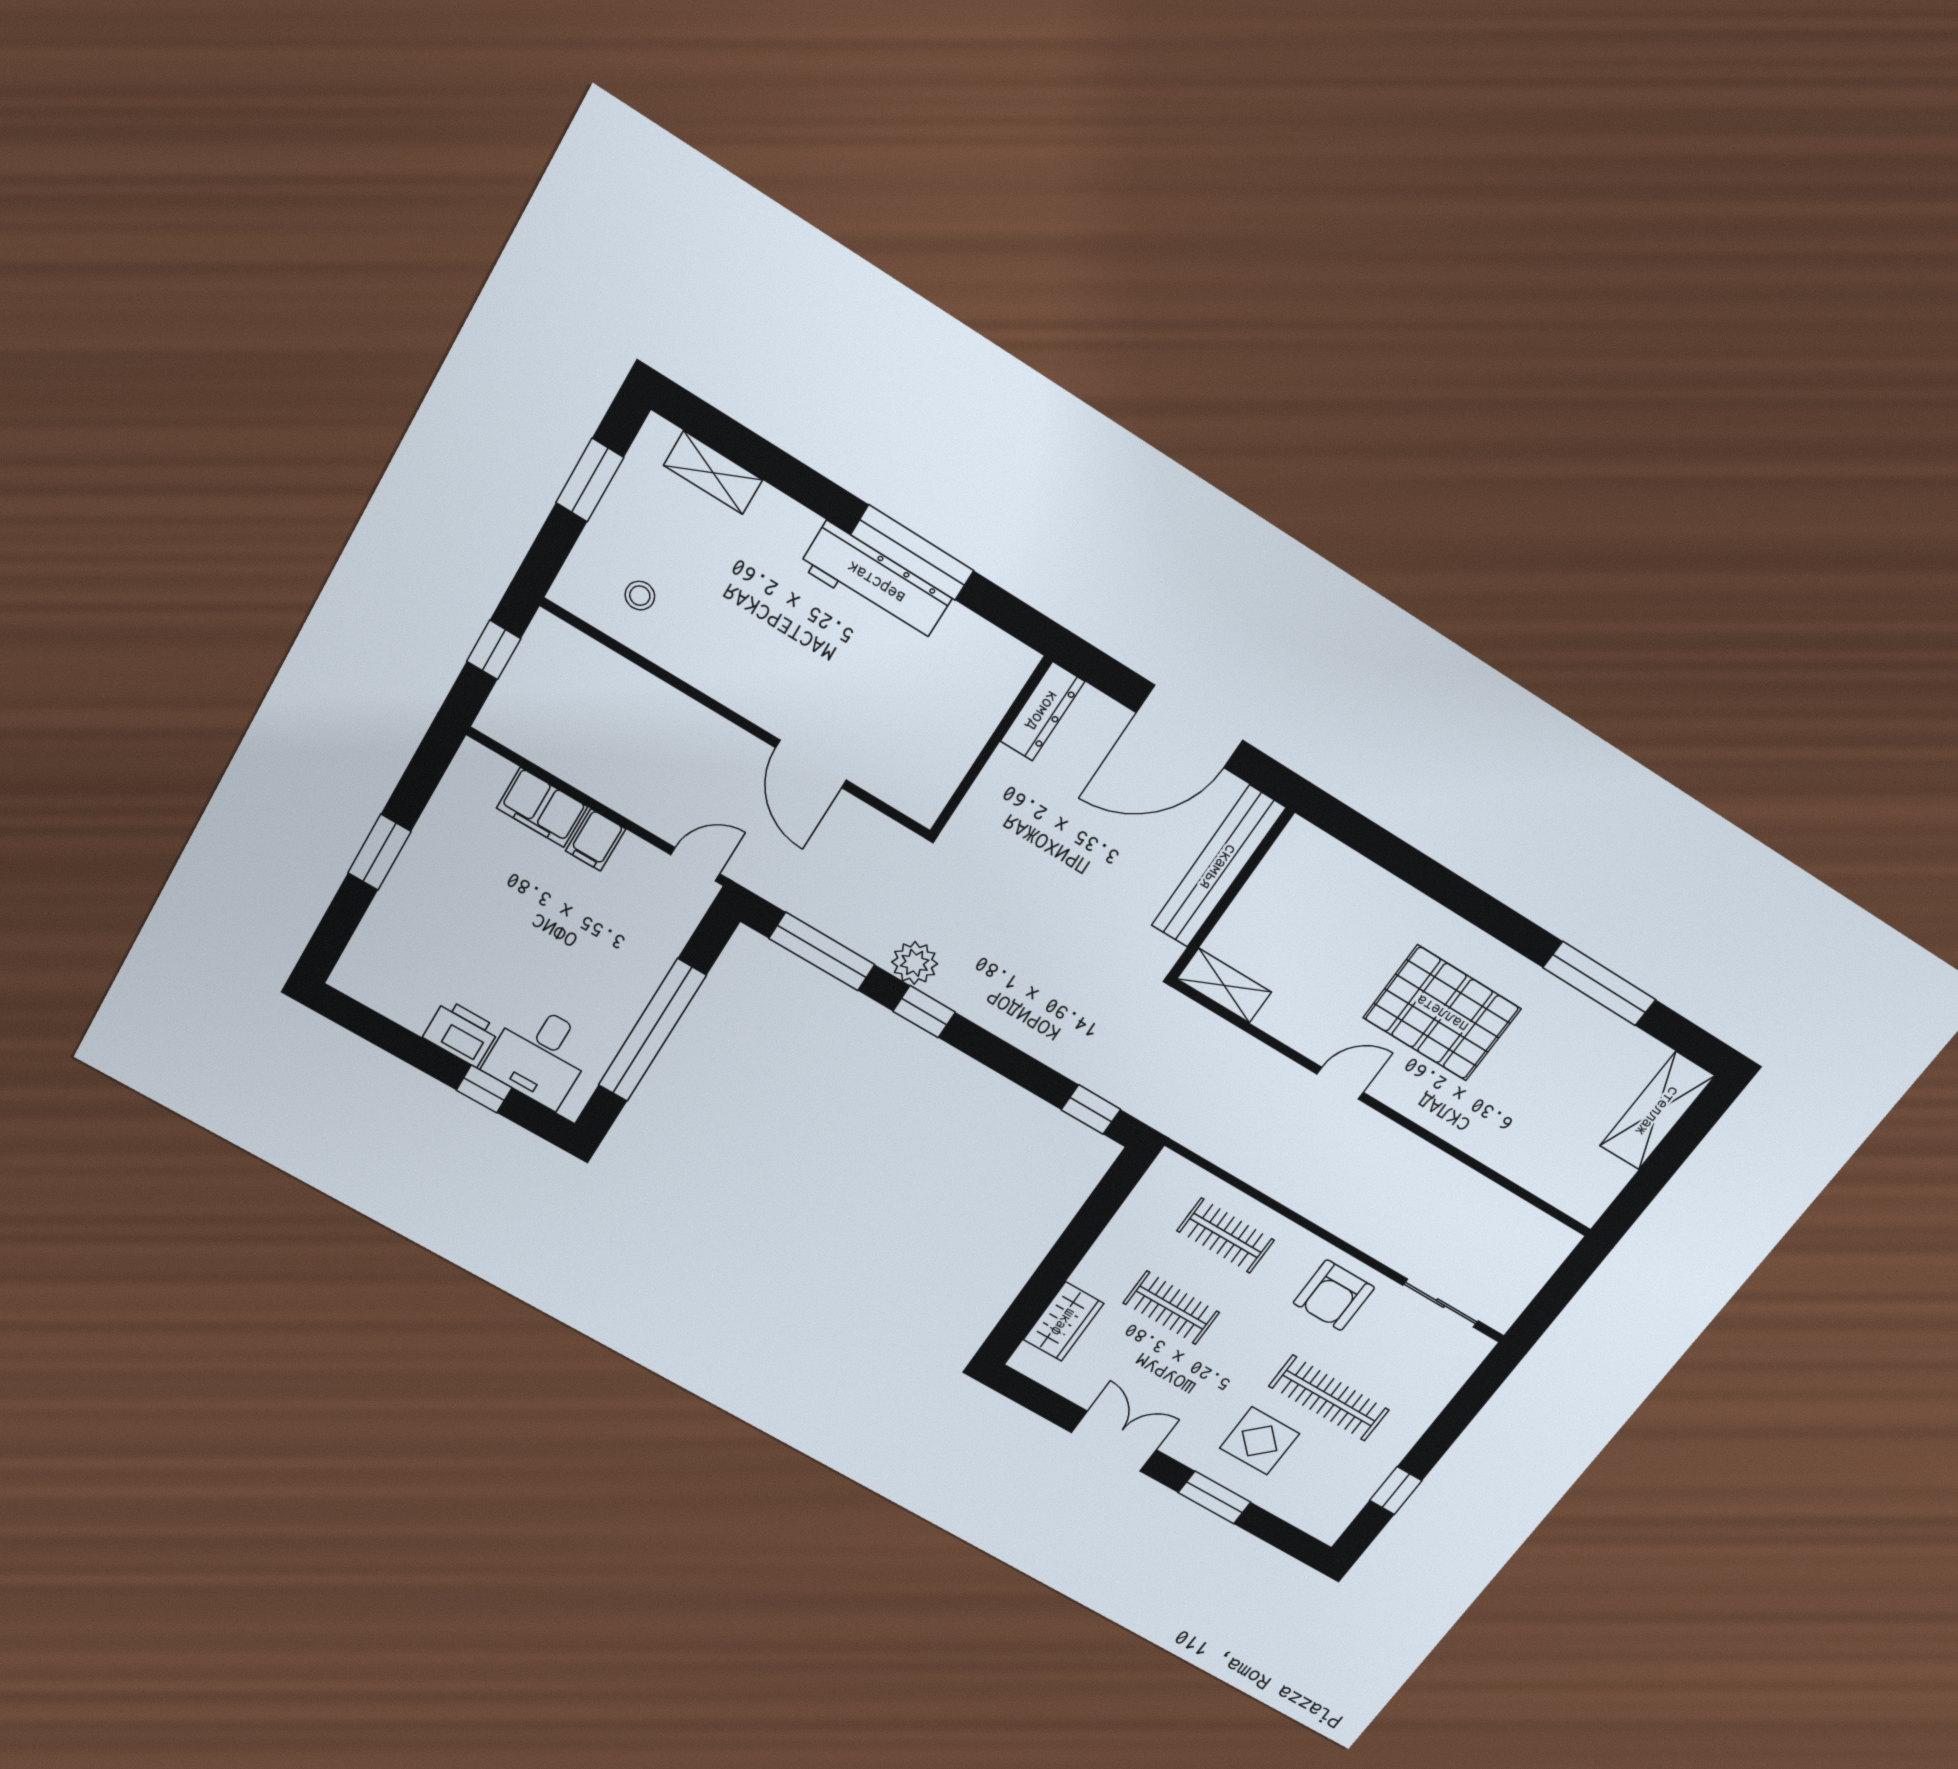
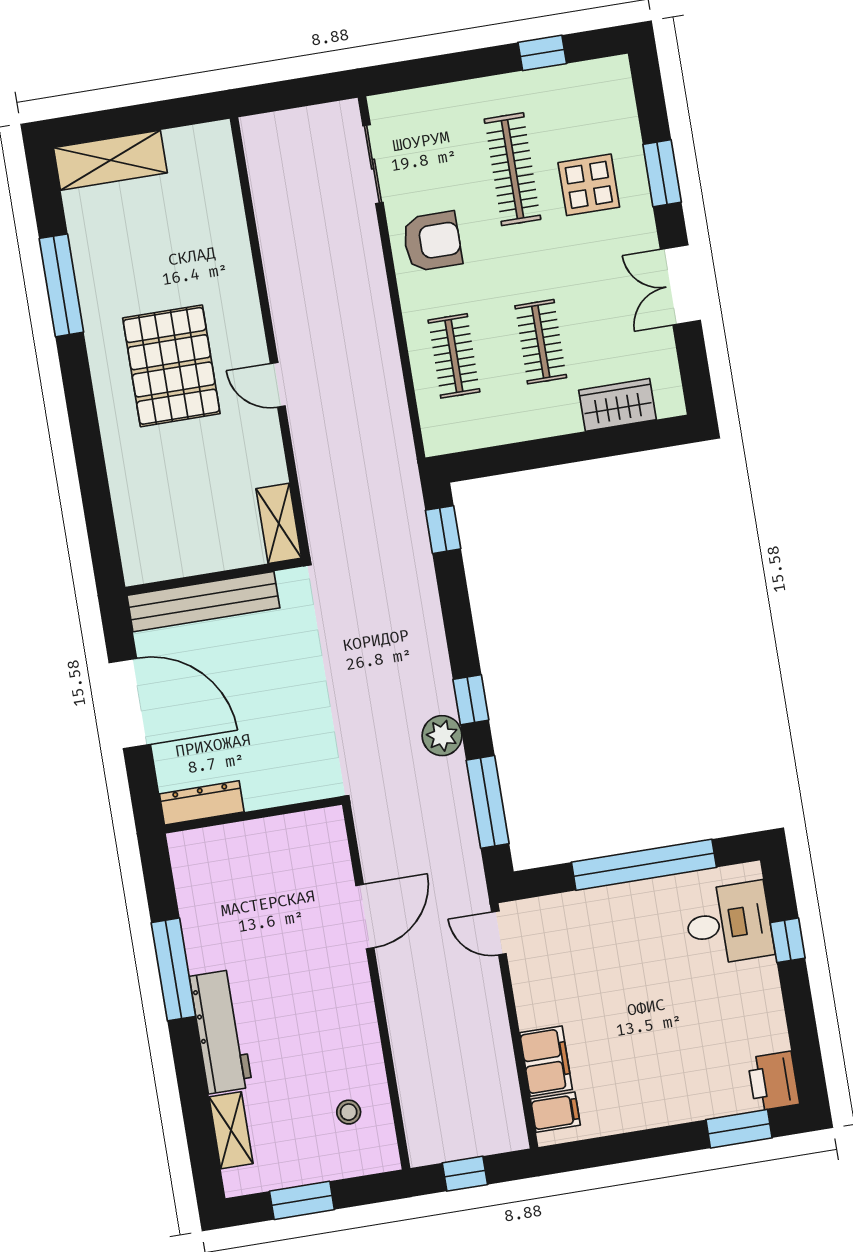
workbench: (876, 582) -> (221, 1032), moved
filing cabinet: (596, 840) -> (555, 1112), moved
window: (379, 852) -> (739, 1129), moved
printer: (461, 1033) -> (773, 1081), moved

